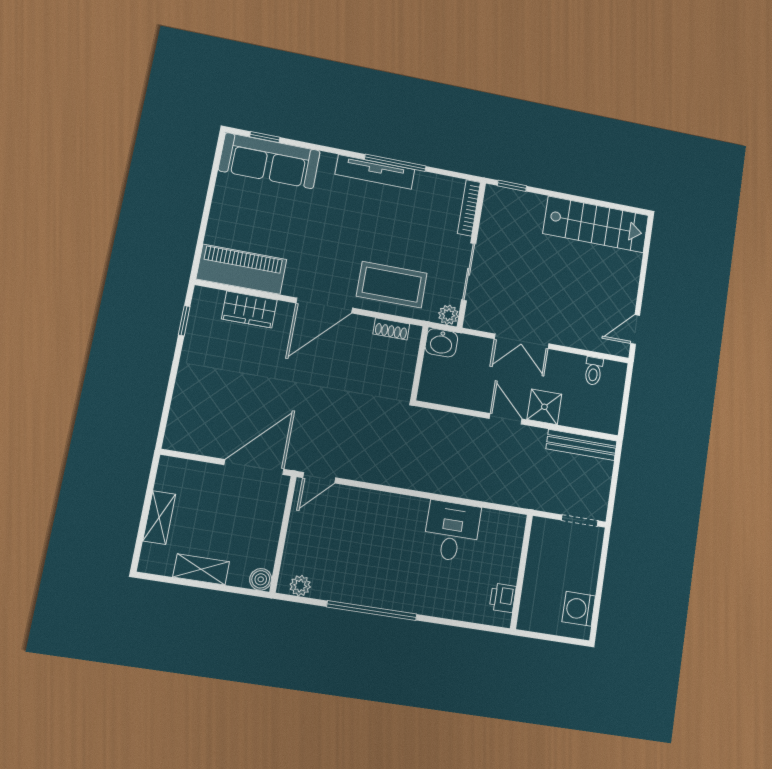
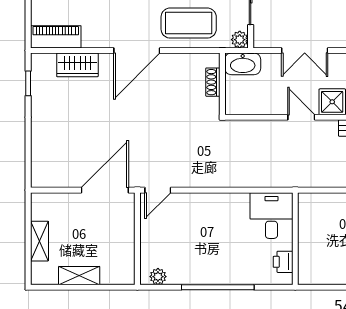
piano: (241, 269) -> (56, 37), width x0.73, depth x0.75
shoe rack: (391, 329) -> (213, 82), moved, turned 90
washbasin: (441, 343) -> (243, 64), width x1.38
wall: (521, 572) -> (295, 239), moved
boiler: (261, 579) -> (126, 276), removed
printer: (503, 598) -> (283, 262), moved

